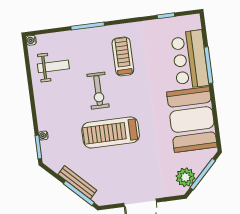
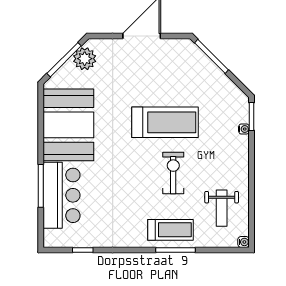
treadmill: (123, 56) -> (170, 230), moved, turned -90
weight bench: (53, 66) -> (222, 208), turned -90
bench: (77, 182) -> (211, 69), removed

